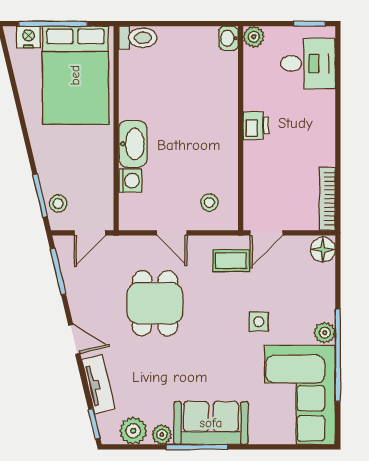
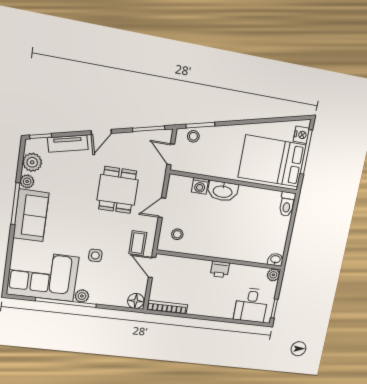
dining table: (155, 303) -> (118, 190), turned 90

